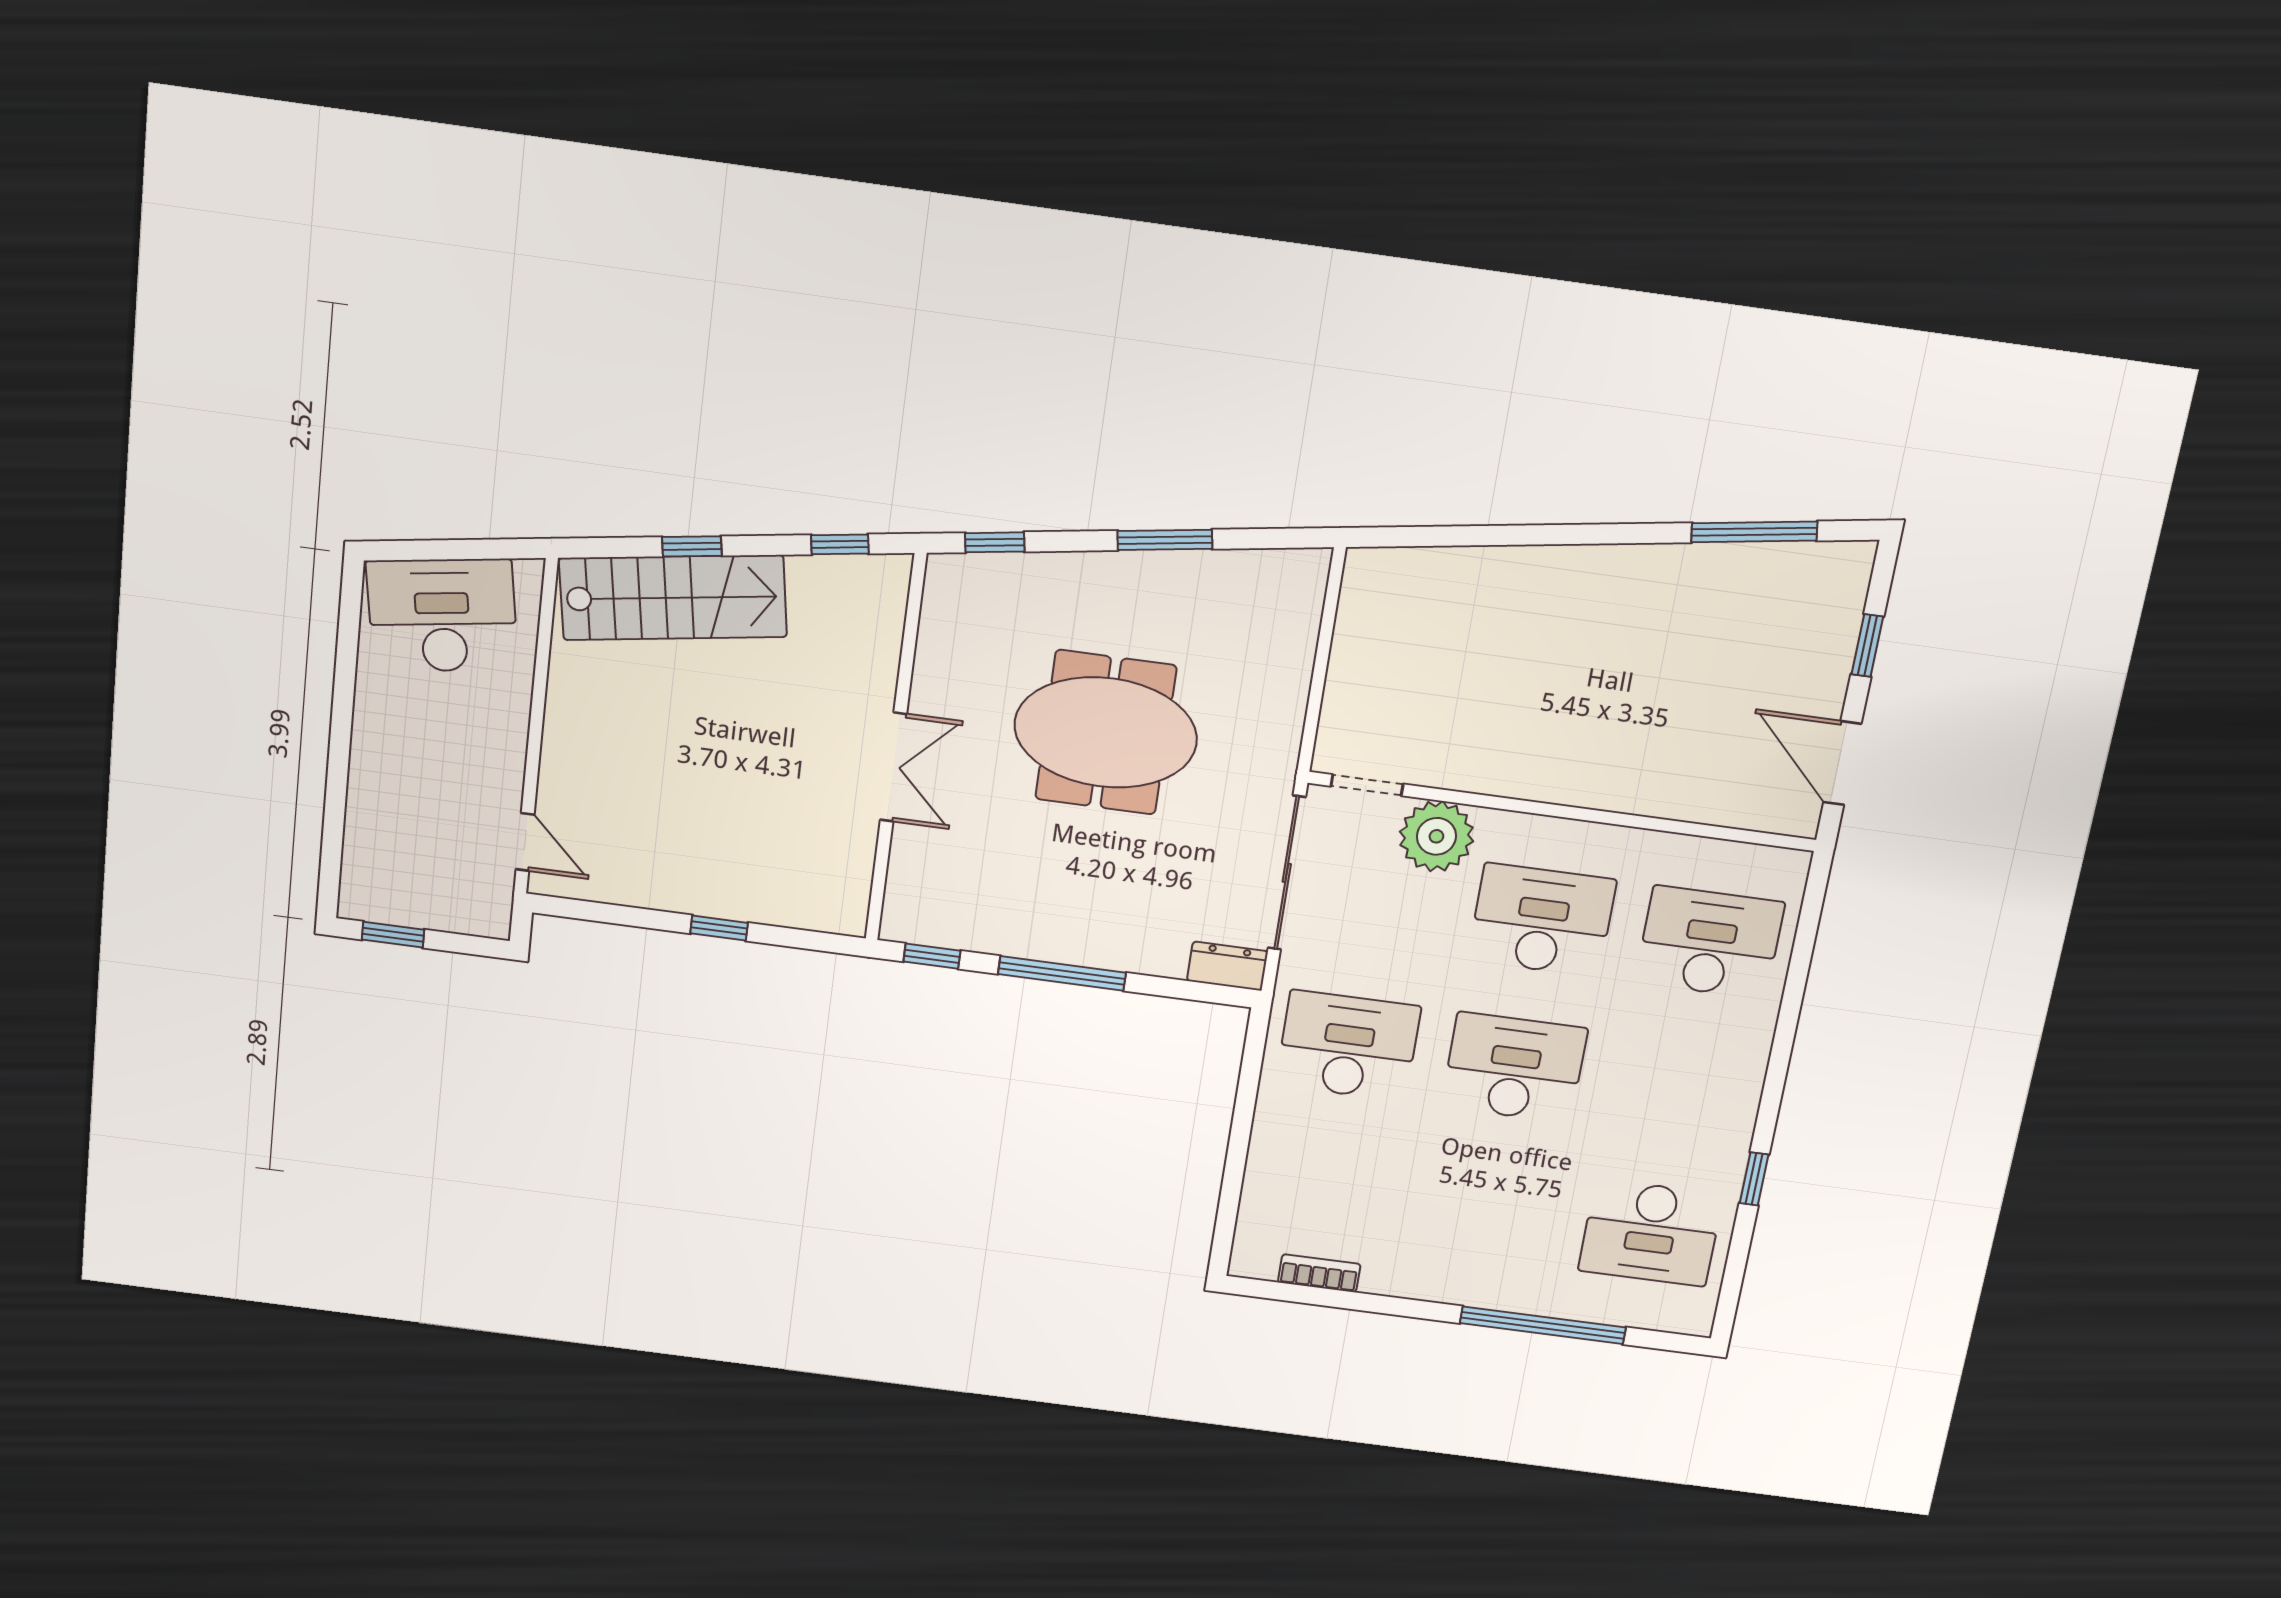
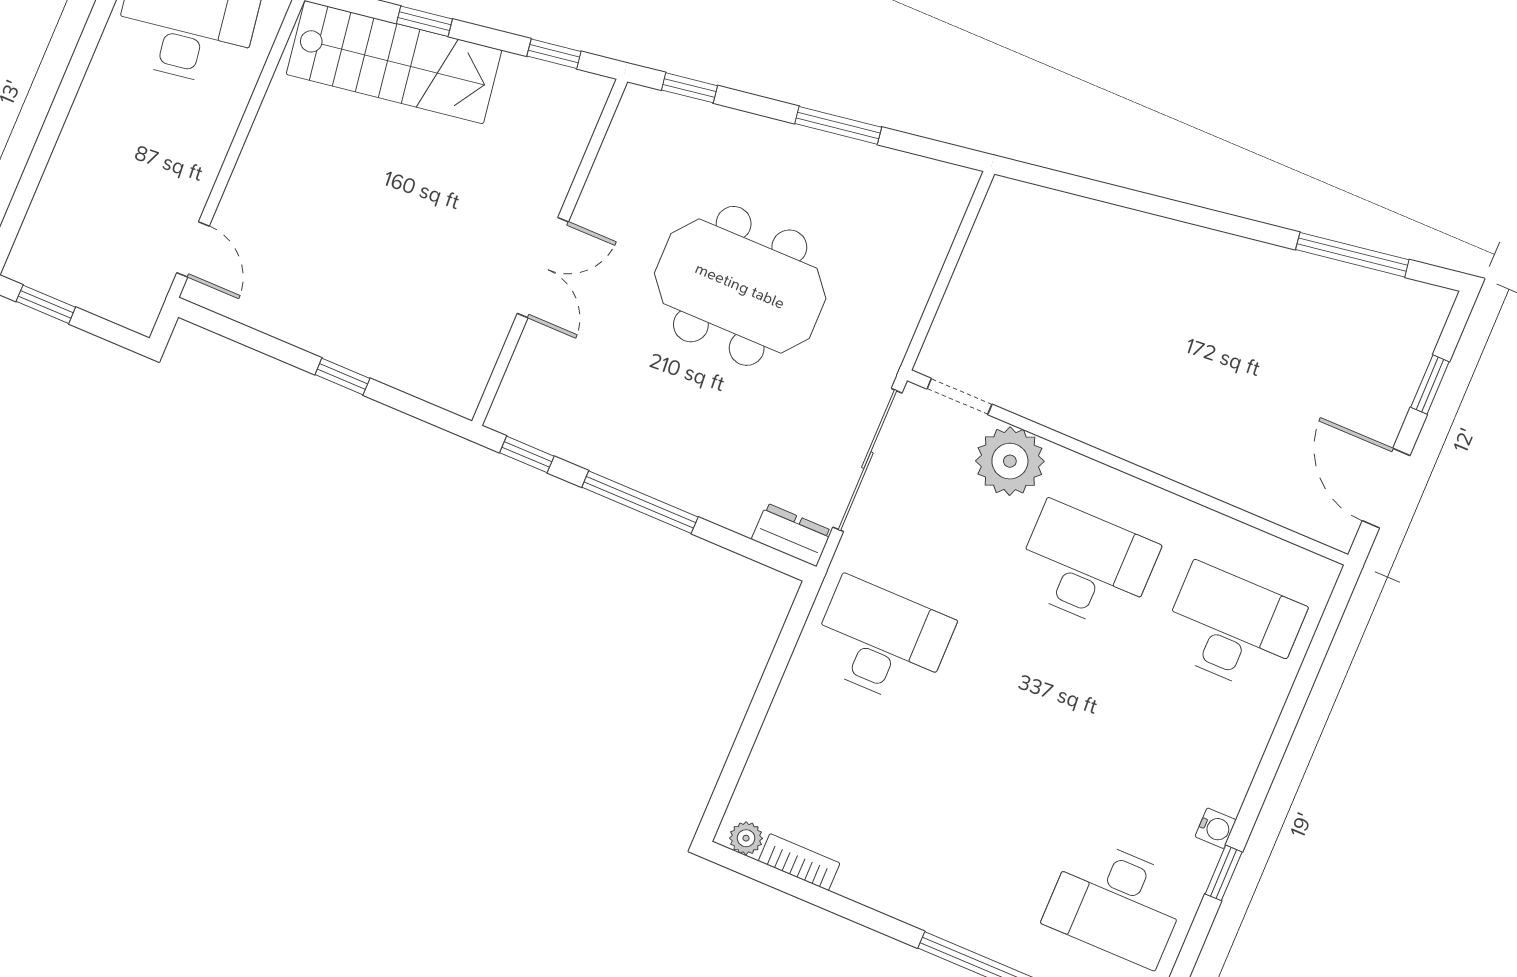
desk: (1514, 1068) -> (1028, 703), removed
water cooler: (1736, 1139) -> (1216, 828), added
plant: (1260, 1264) -> (746, 838), added

